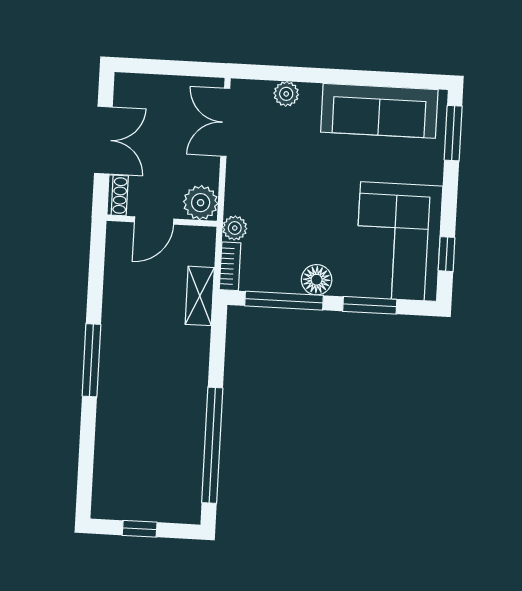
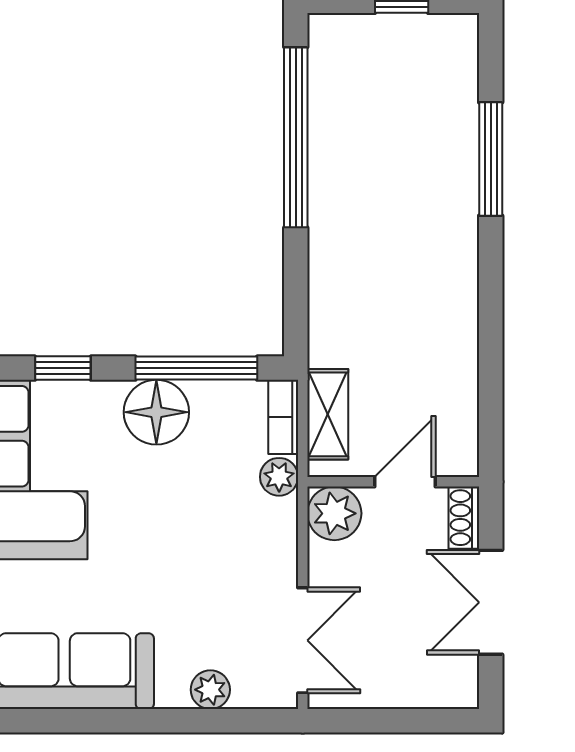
floor lamp: (317, 280) -> (156, 412), width x1.38, depth x1.38
shelving: (200, 296) -> (328, 414), moved
window: (370, 305) -> (63, 368), width x0.67
window: (91, 360) -> (491, 159), moved

